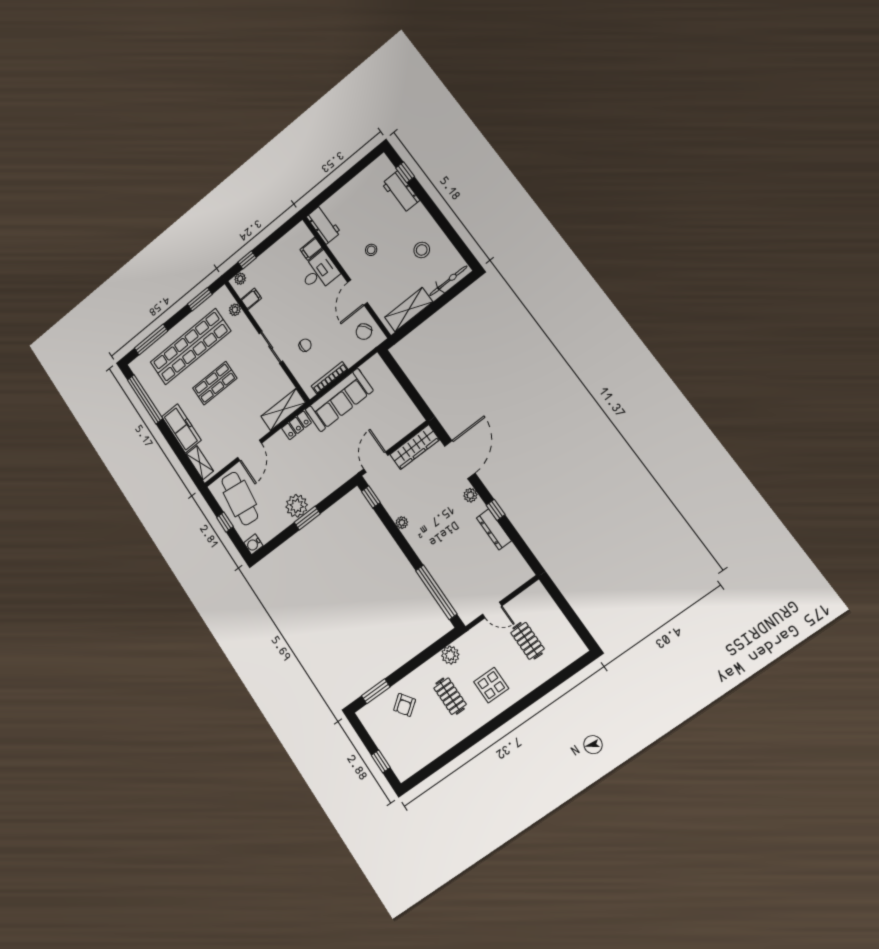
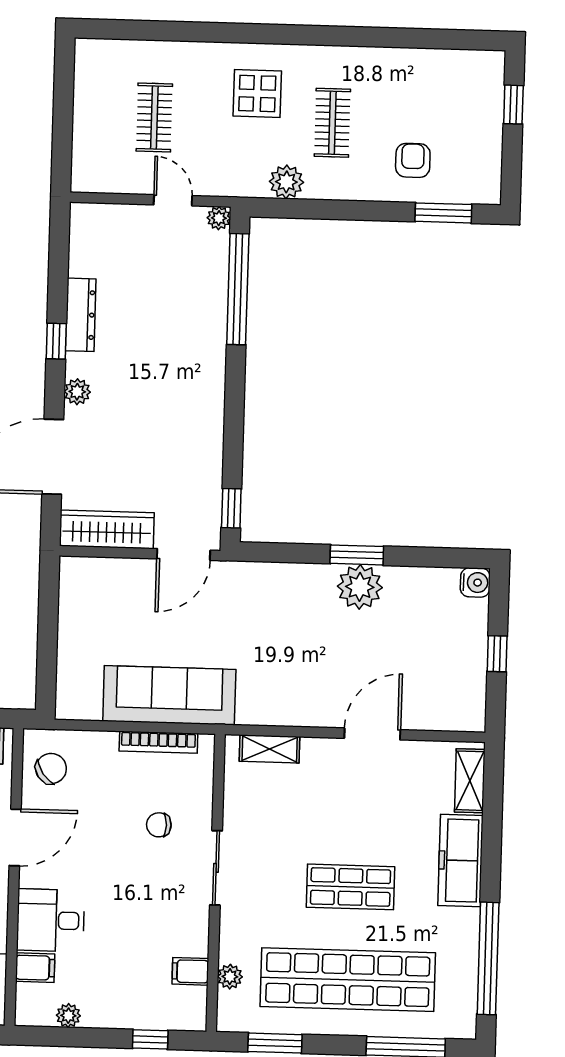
plant: (240, 279) -> (68, 1016), moved
shelving: (283, 410) -> (270, 749), width x0.67, depth x0.75
locker: (297, 425) -> (266, 711), removed
cafe table: (240, 499) -> (445, 671), removed
plant: (402, 523) -> (219, 218), moved
armchair: (405, 705) -> (413, 160), turned -54

